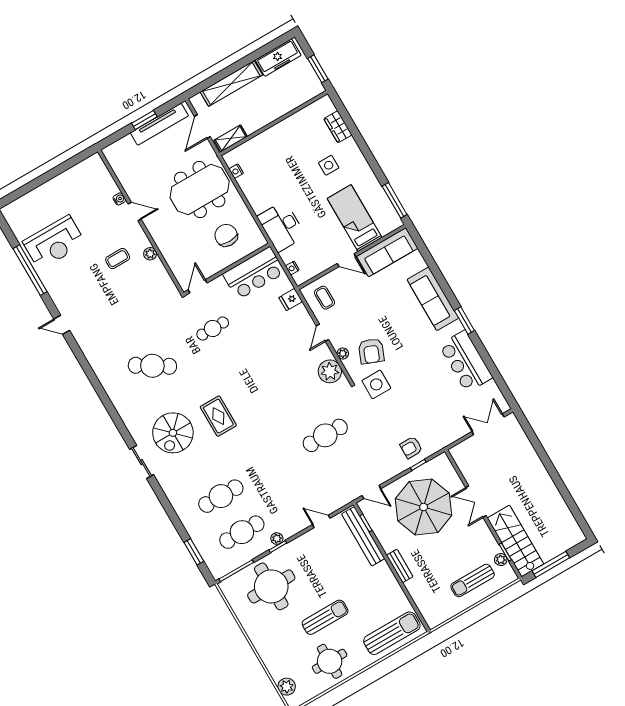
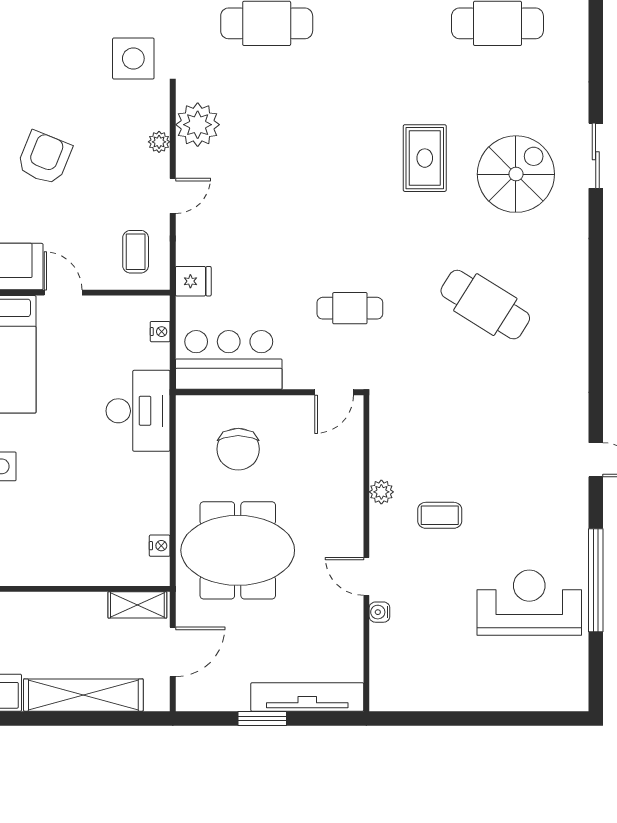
tv unit: (159, 124) -> (307, 697), moved
armchair: (371, 351) -> (44, 158), moved

